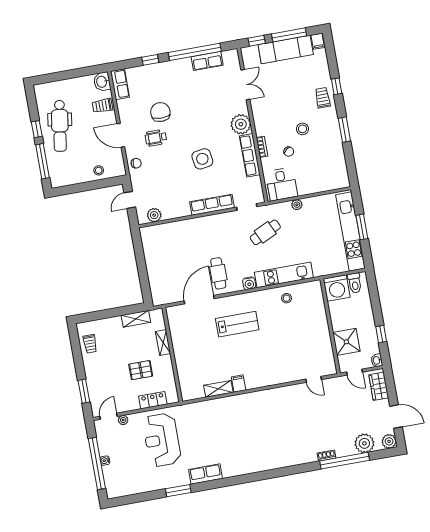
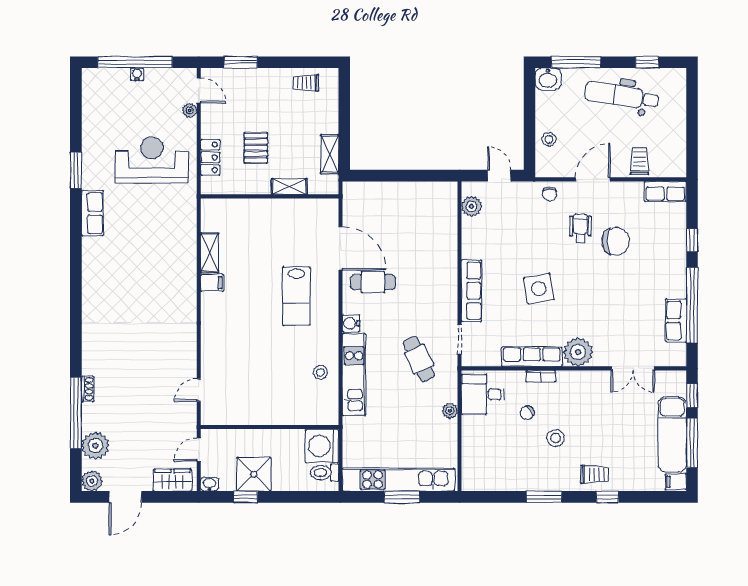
washbasin: (102, 82) -> (548, 79), moved, turned 180
window: (37, 129) -> (647, 62), moved
shower: (346, 342) -> (254, 474), moved

